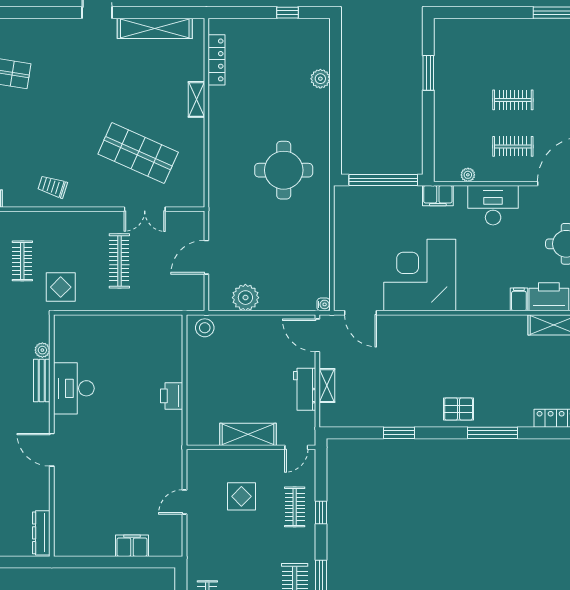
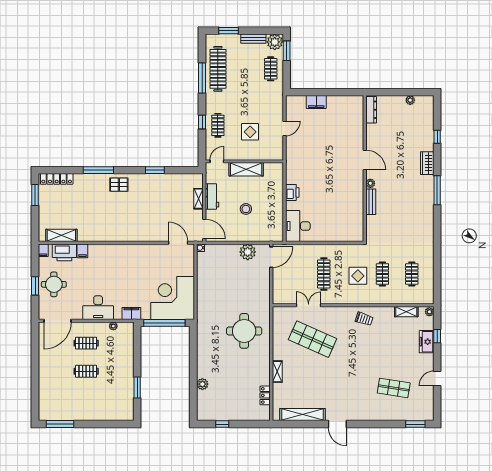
locker: (217, 60) -> (265, 395), width x0.66
round table: (284, 170) -> (244, 331), moved
door: (206, 257) -> (271, 257), moved
corner desk: (420, 275) -> (173, 298), moved, turned 180
display table: (61, 287) -> (358, 276), moved
stool: (205, 328) -> (246, 209), moved
plant: (42, 350) -> (370, 183), moved
desk: (74, 388) -> (298, 226), moved, turned 180

